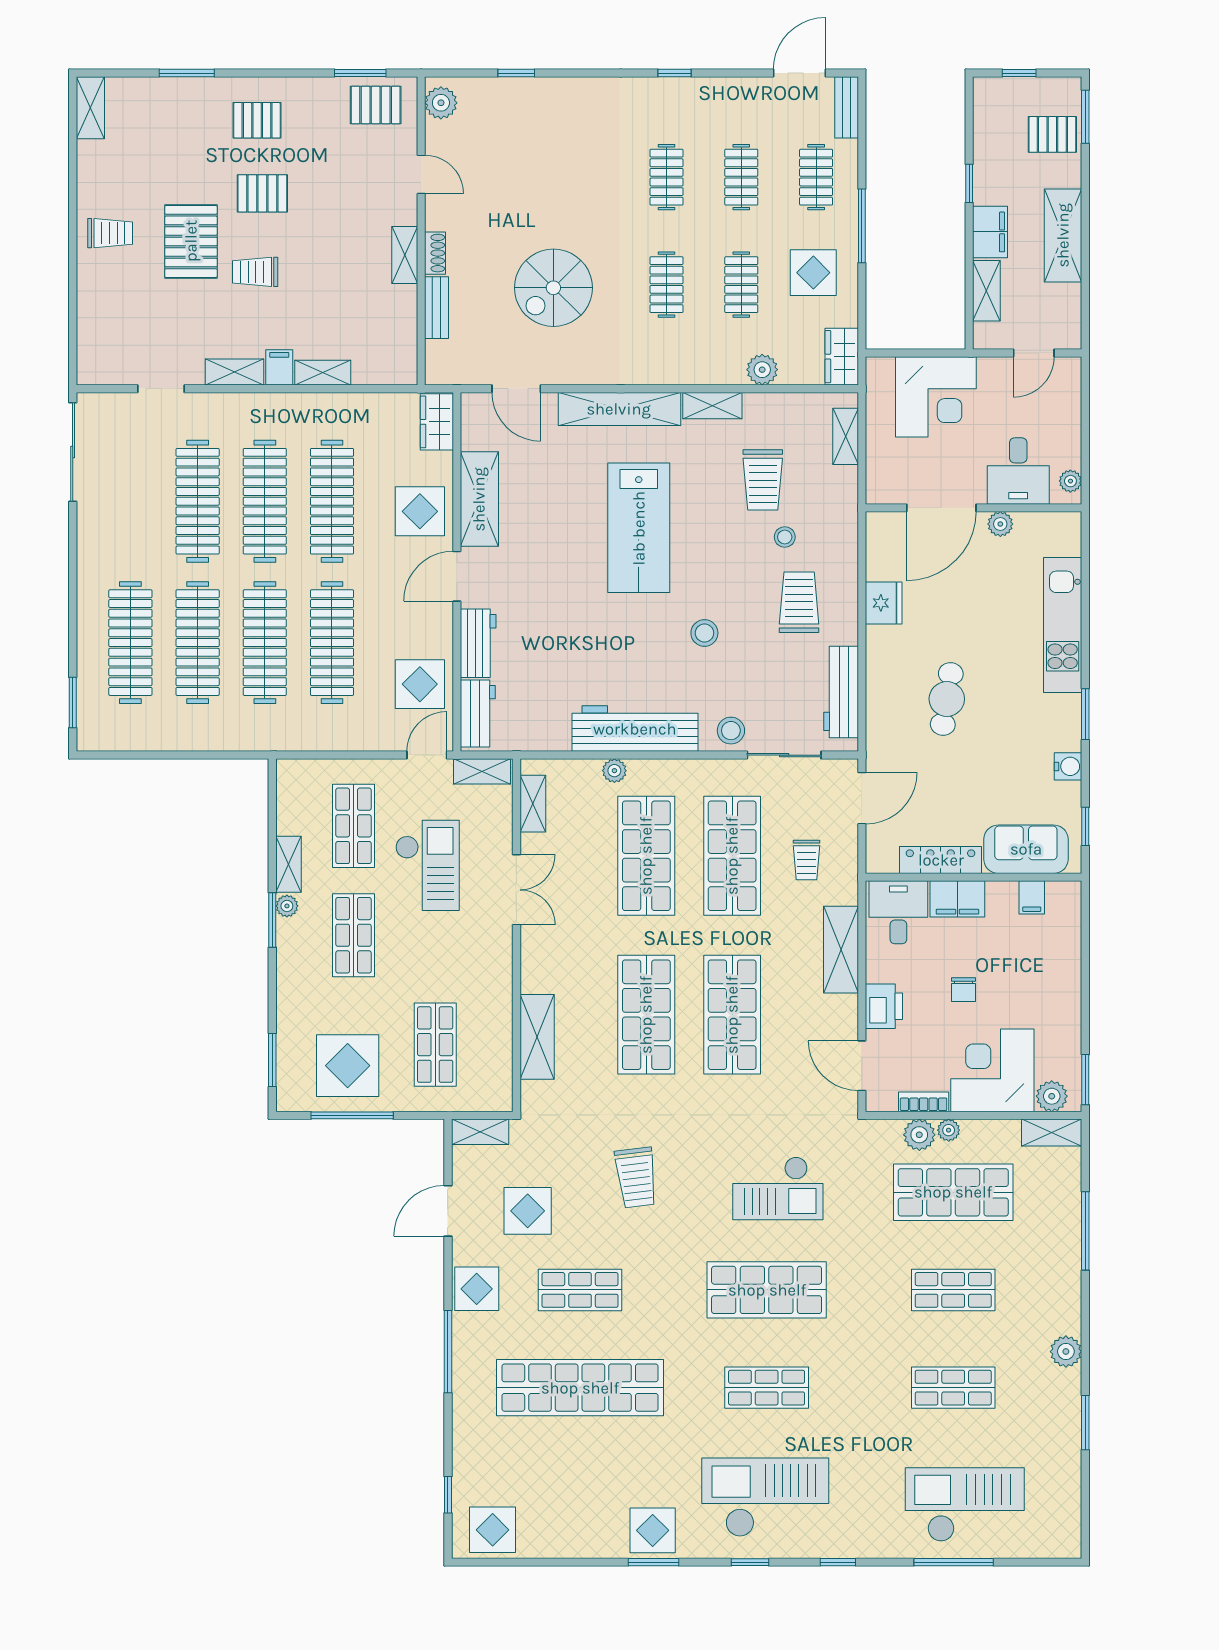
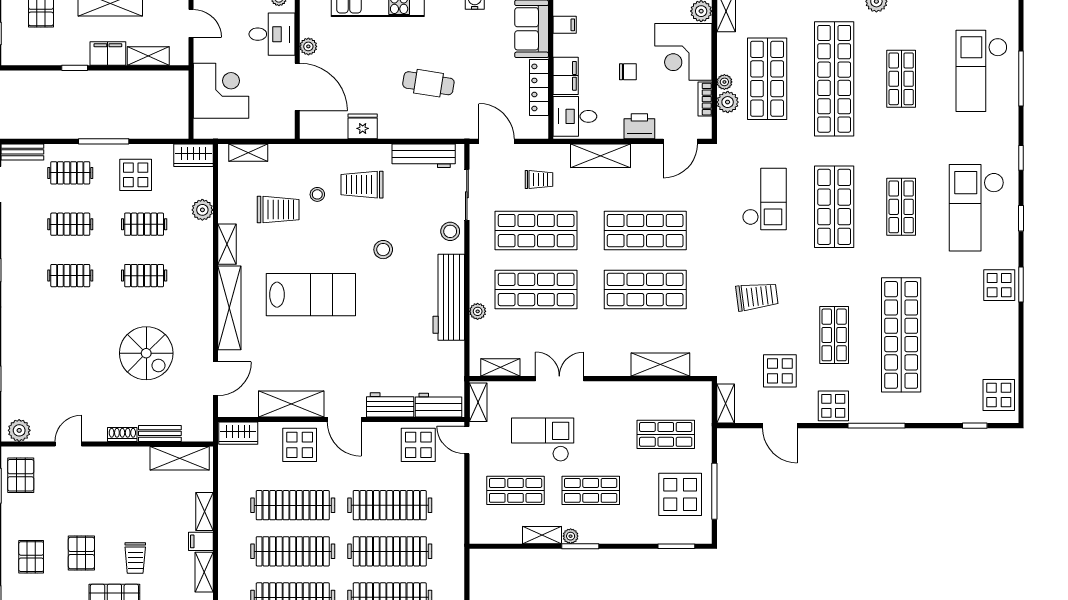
shelving: (405, 255) -> (180, 458), moved, width x1.50, depth x1.33
shop shelf: (953, 1290) -> (834, 79), width x2.00, depth x1.36

